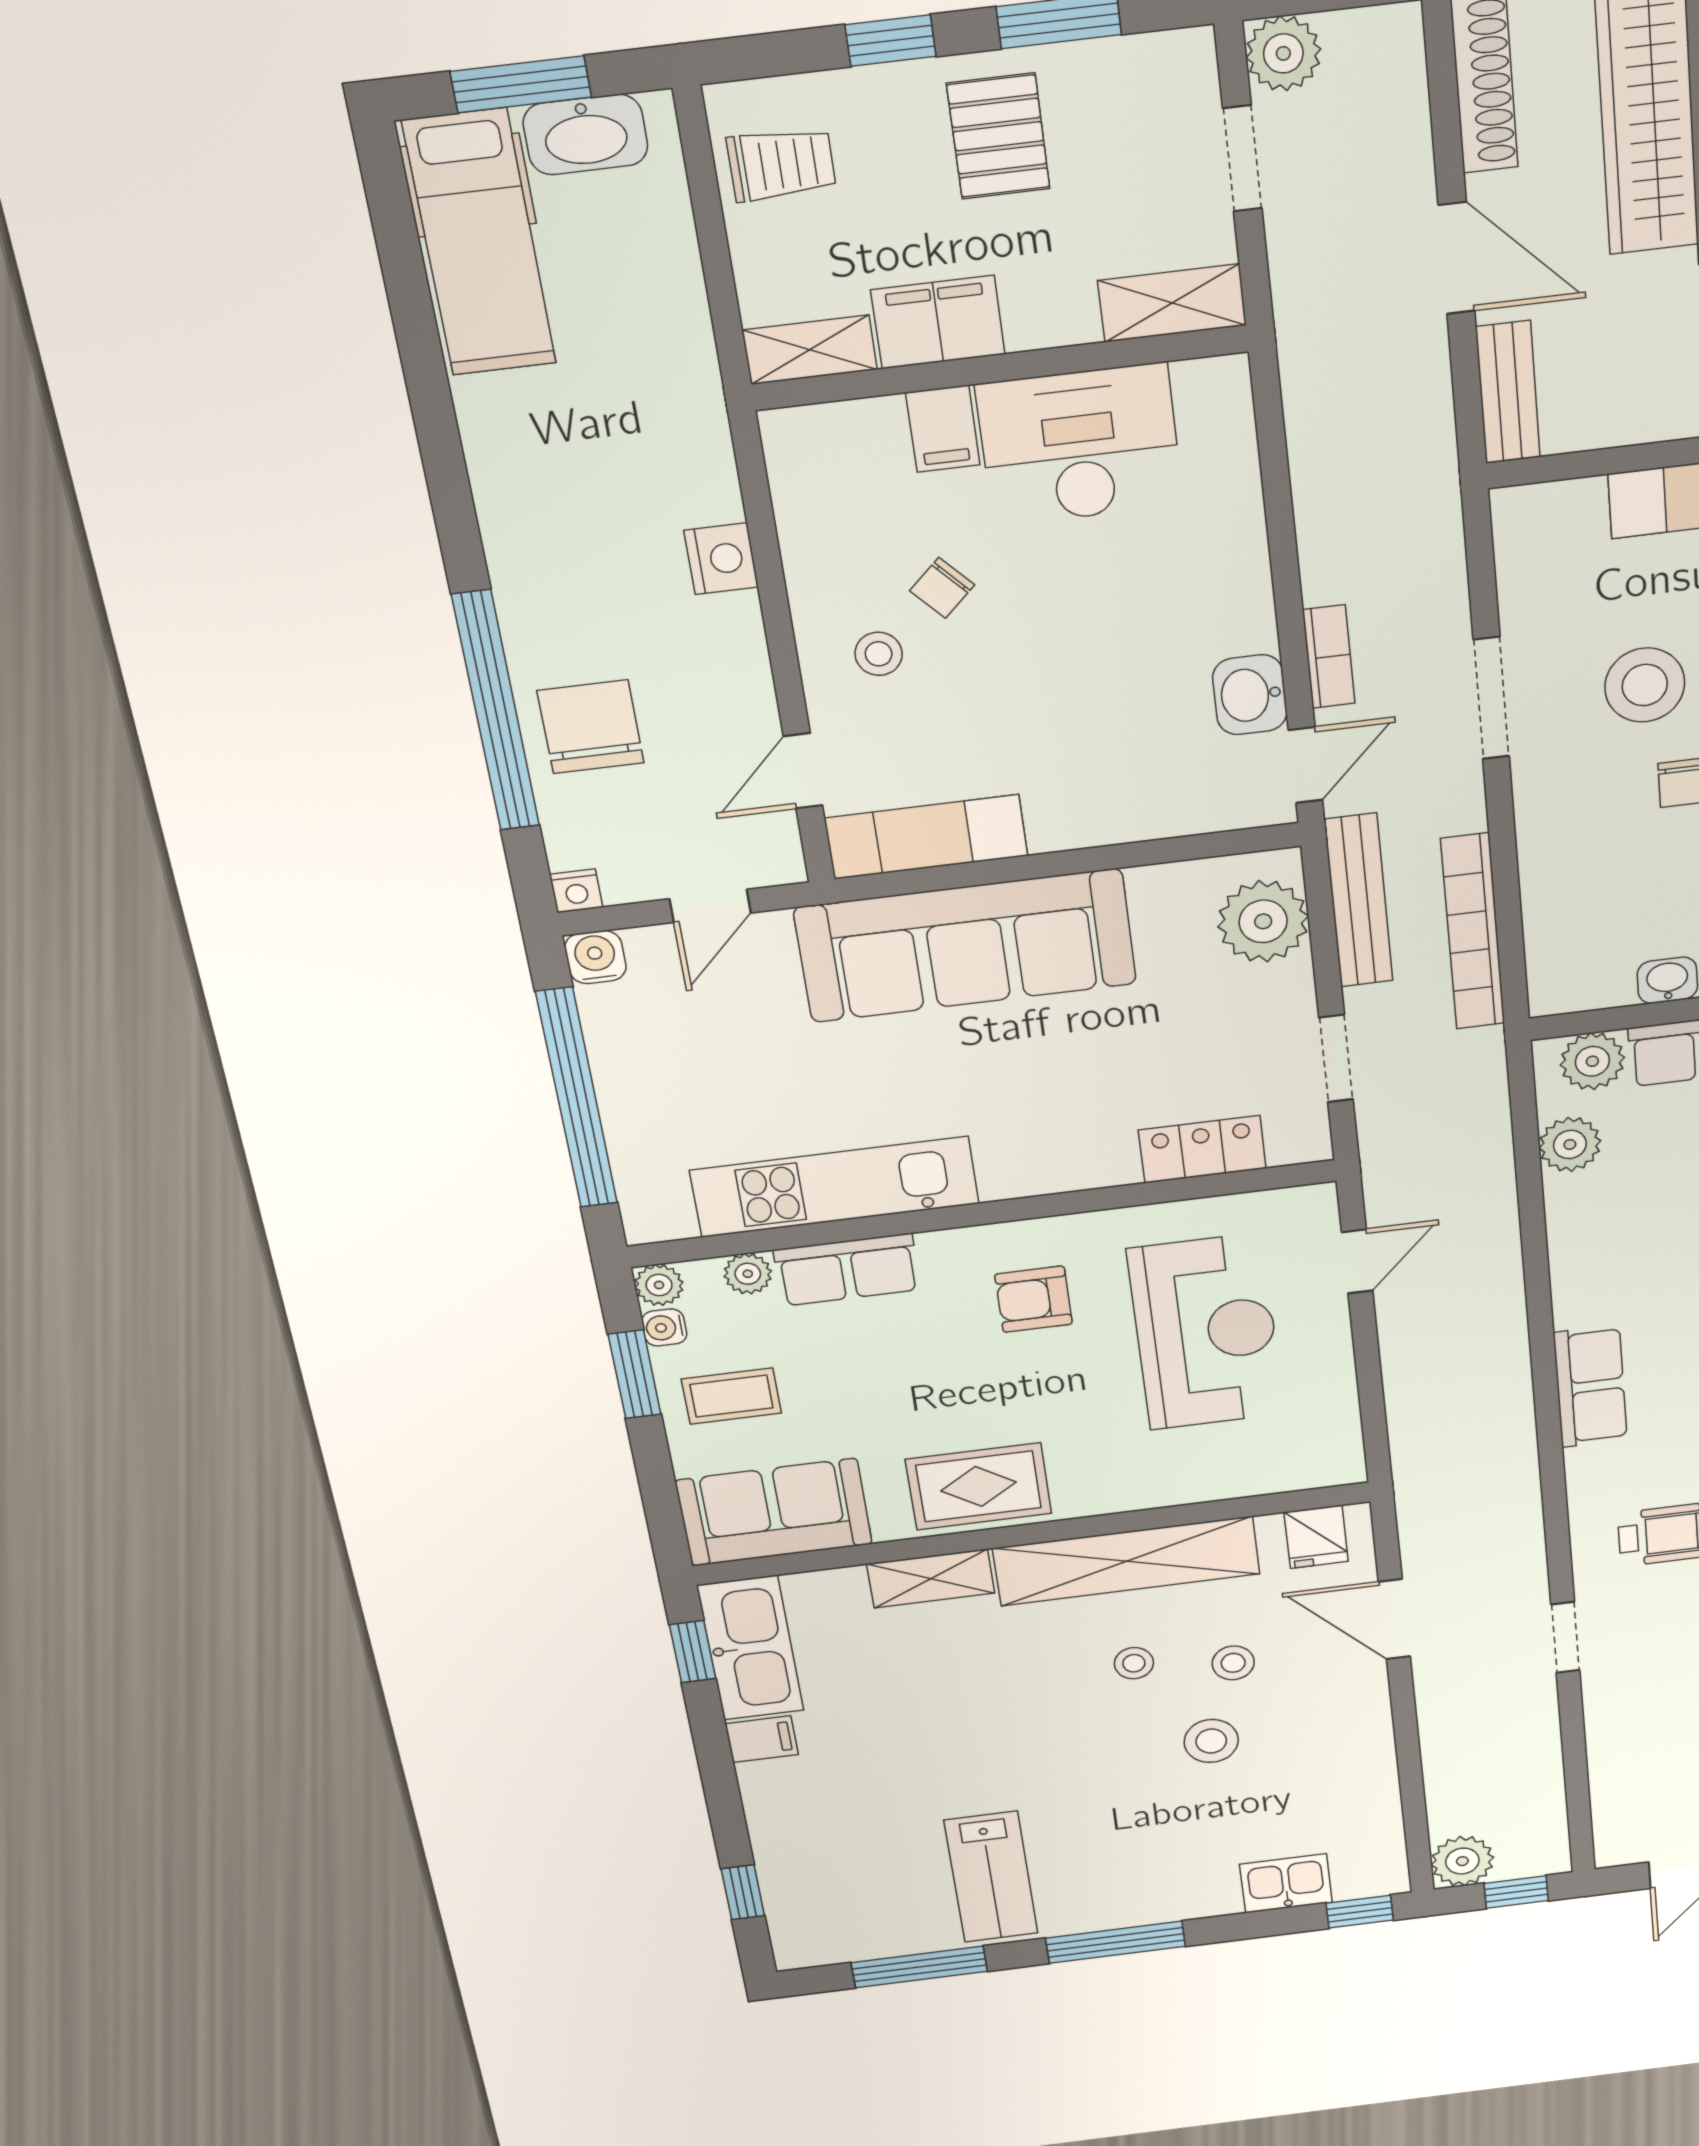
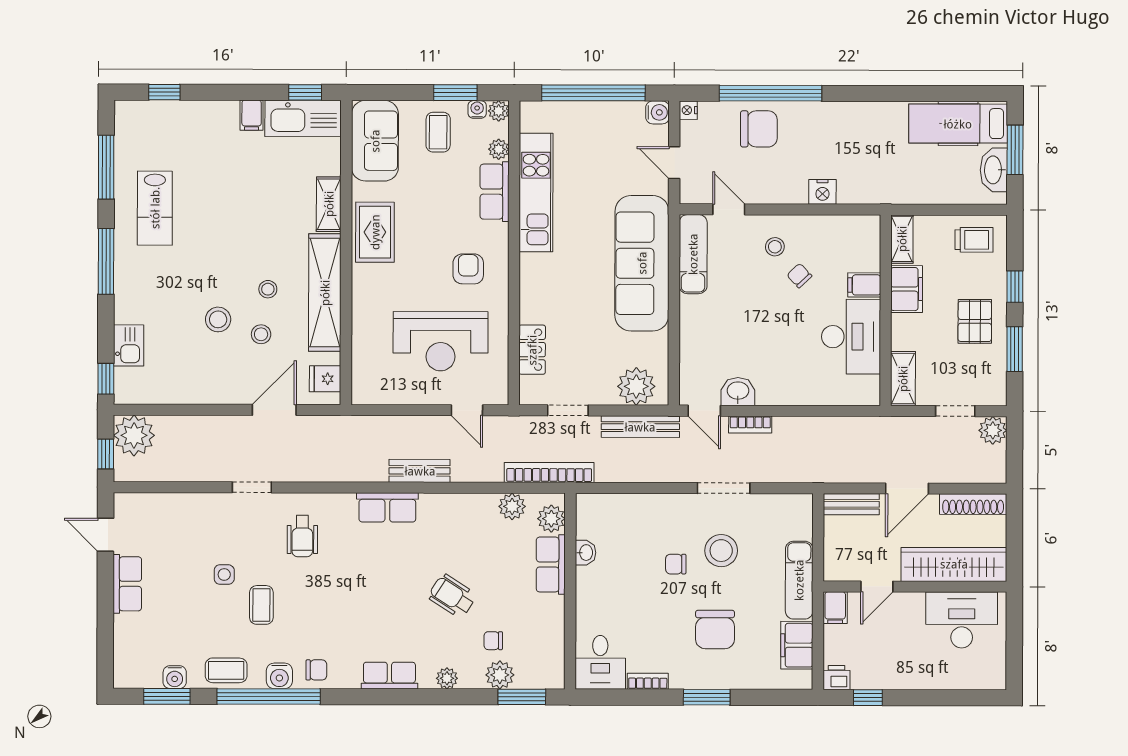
pallet: (998, 136) -> (975, 321), turned 90
trolley: (781, 164) -> (974, 240), turned -90
bookcase: (1473, 932) -> (549, 473), moved
bench: (1503, 1336) -> (420, 471), added
plant: (1462, 1861) -> (134, 435), width x1.36, depth x1.36
lab bench: (991, 1877) -> (155, 208), turned -90

